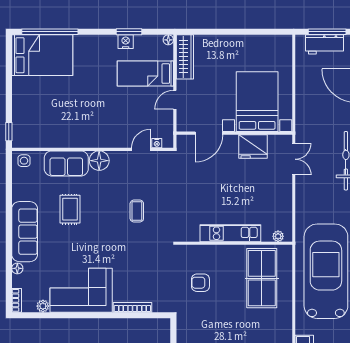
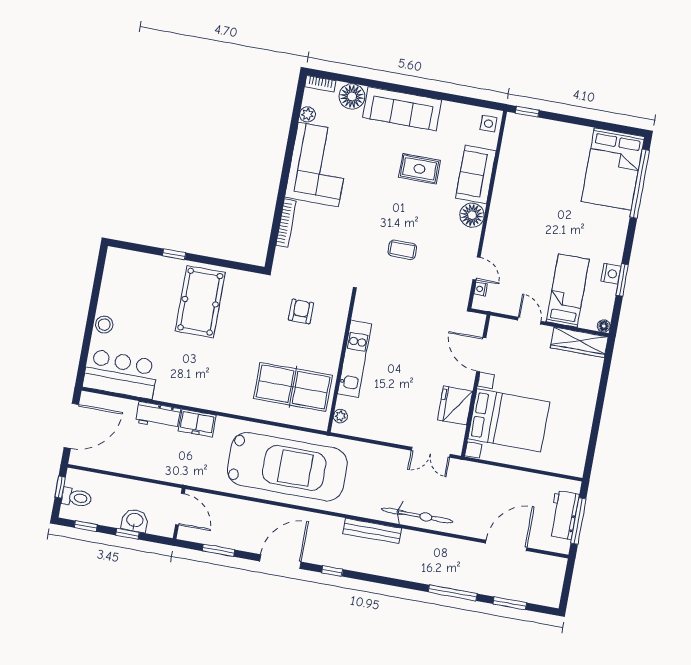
floor lamp: (17, 268) -> (352, 96), width x1.89, depth x1.89

